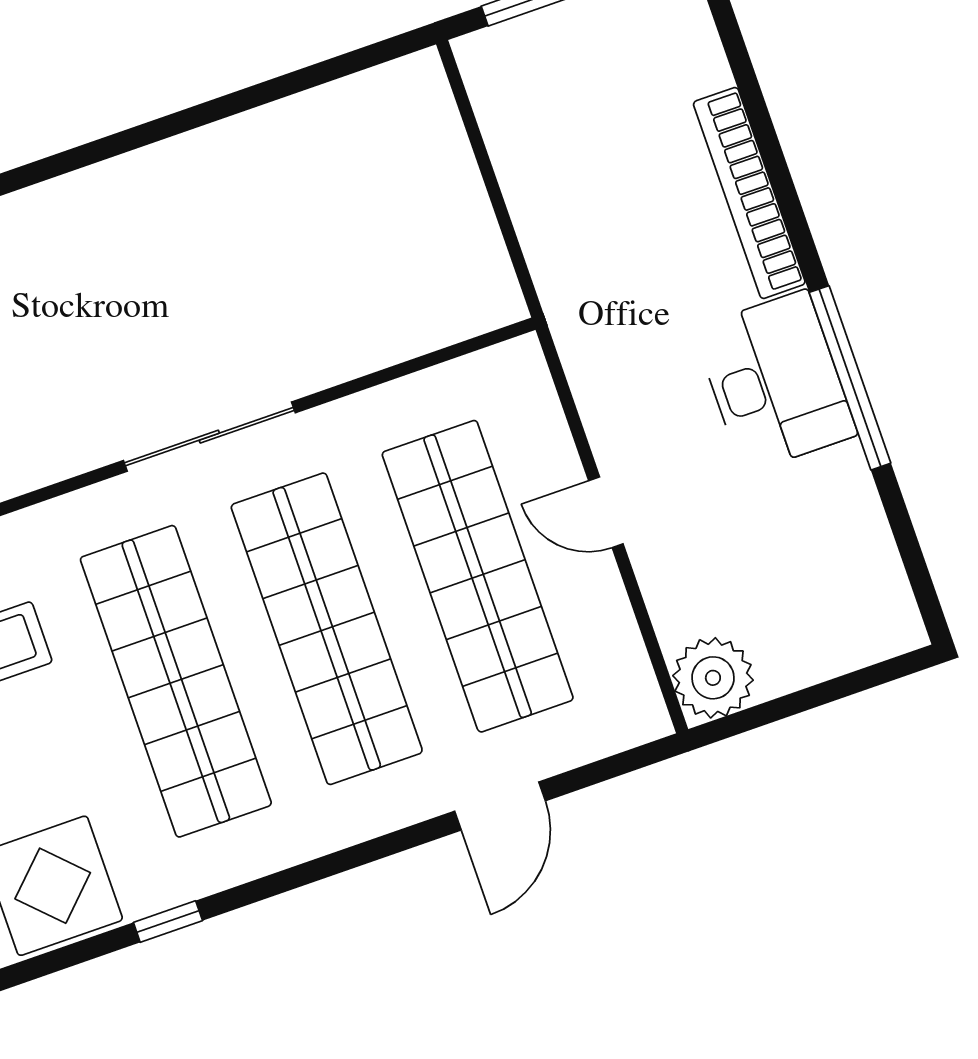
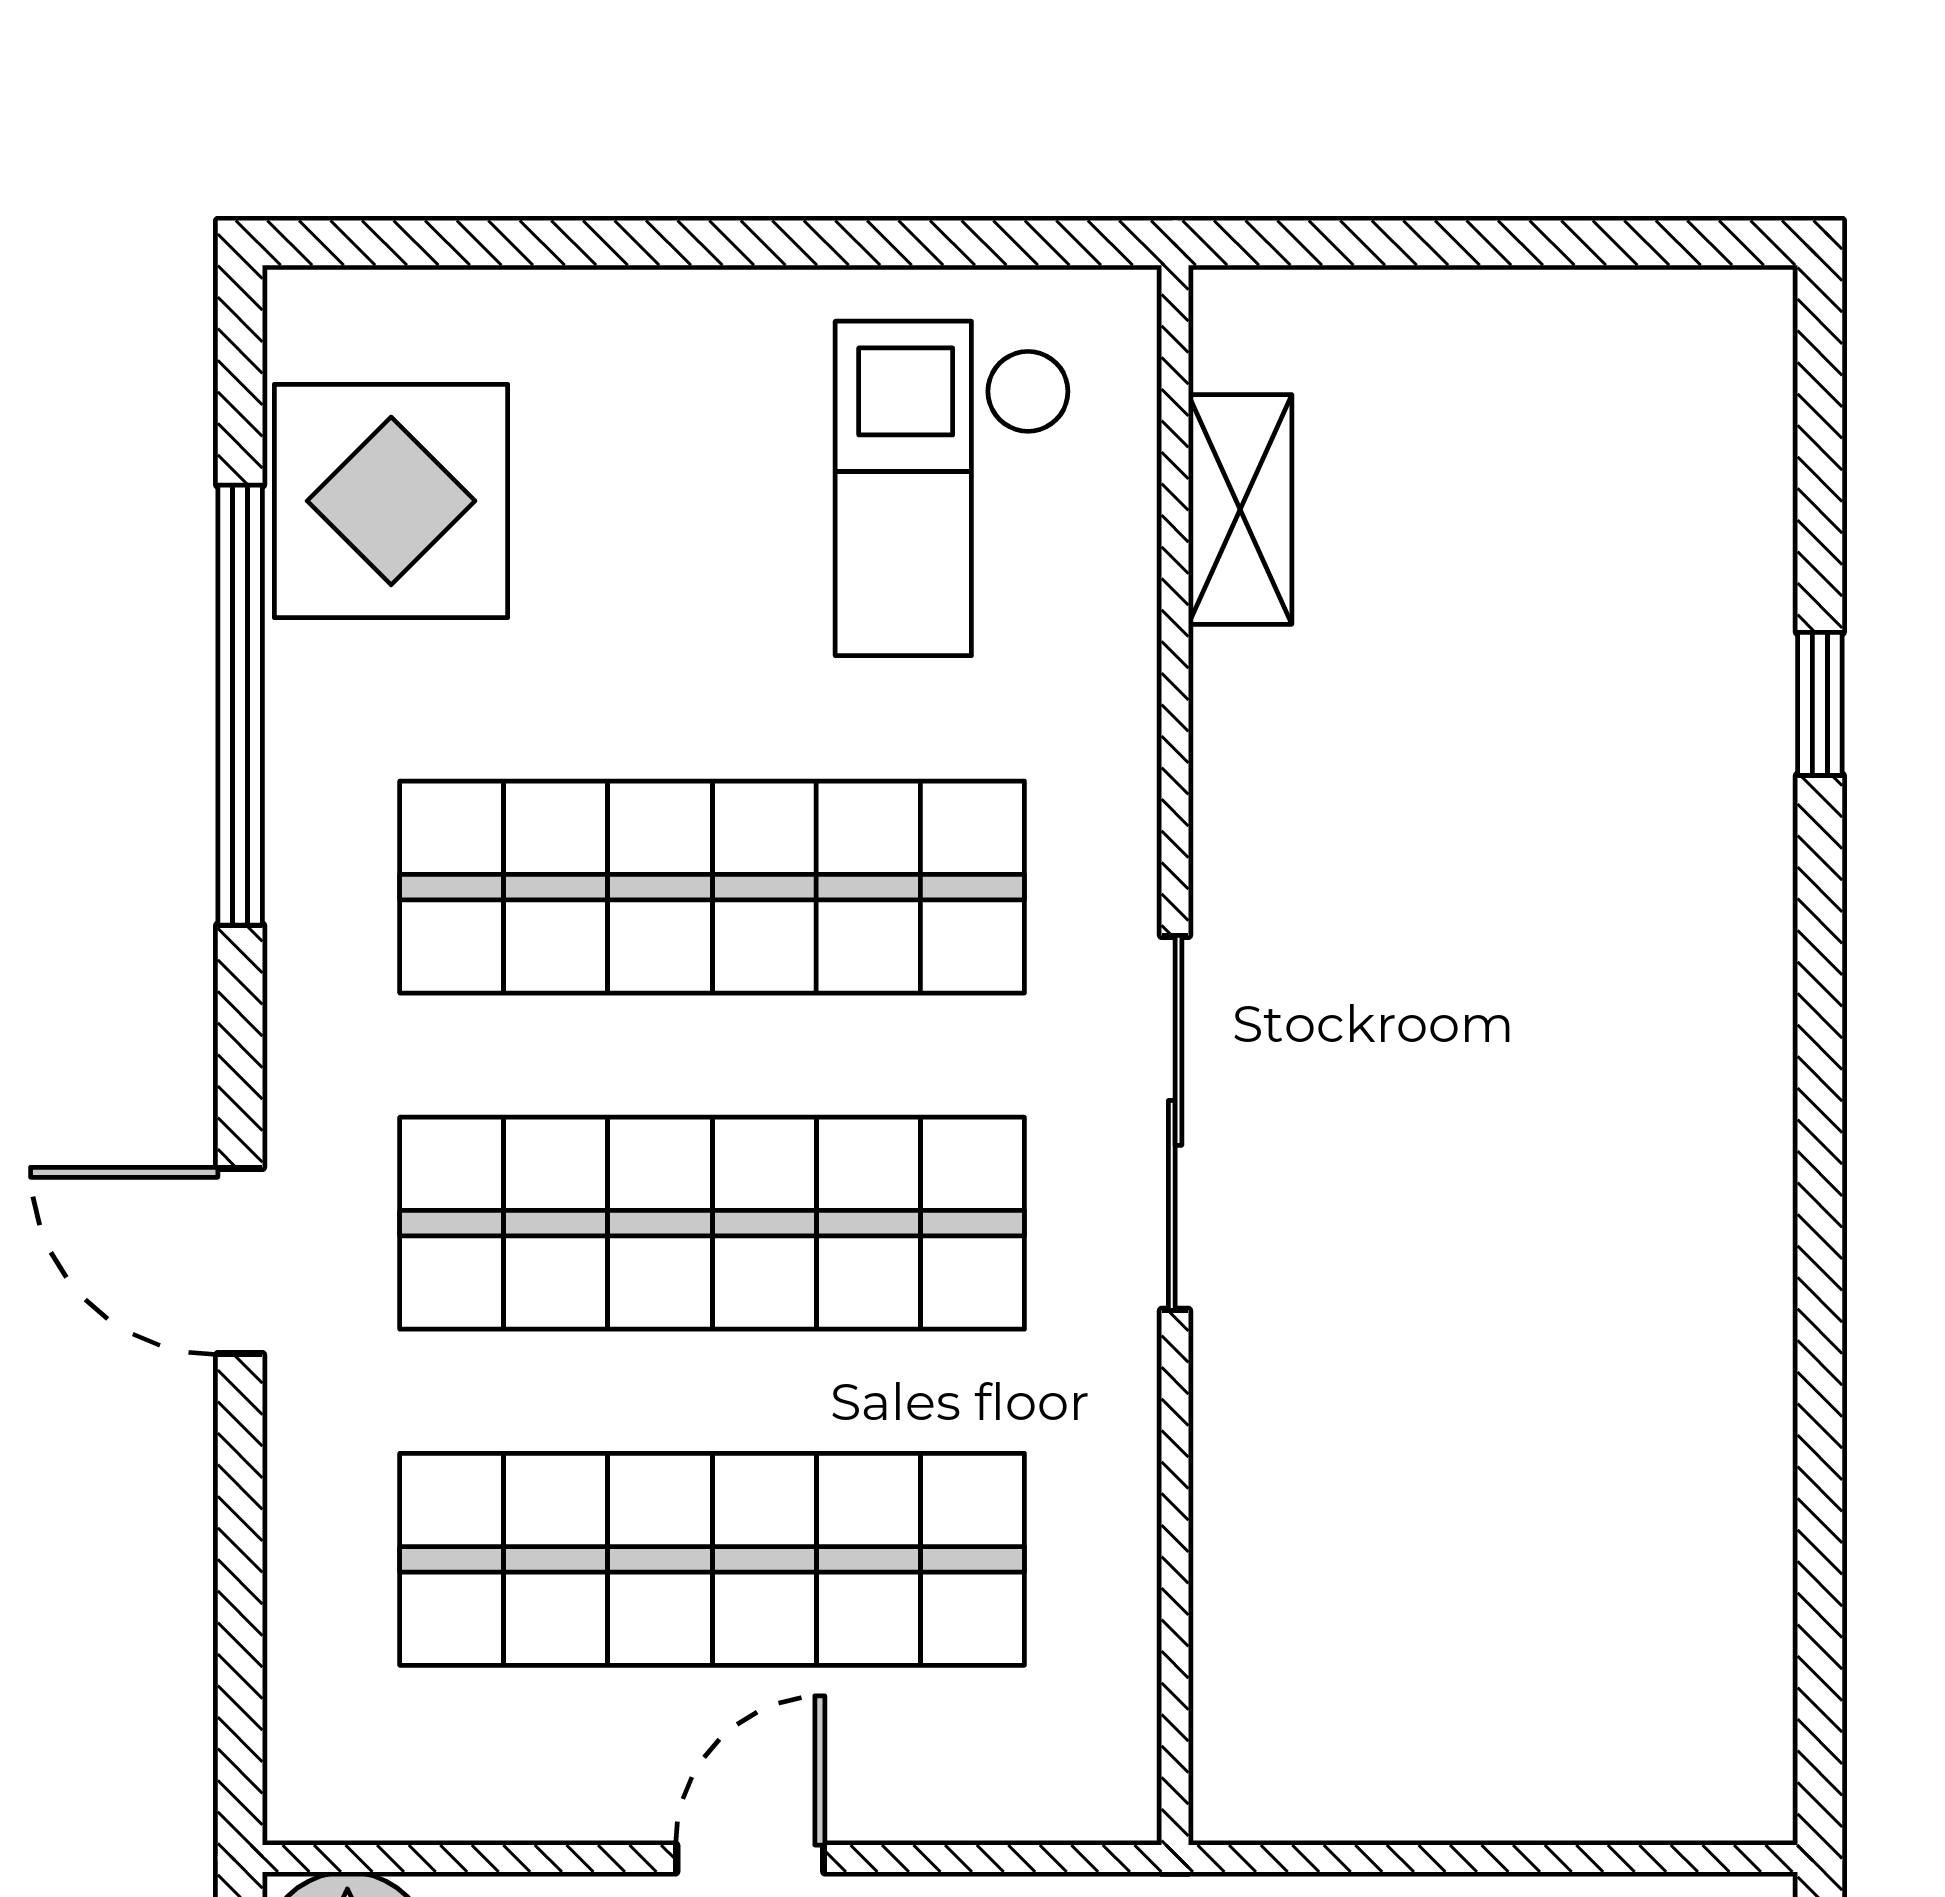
door: (500, 806) -> (240, 1261), moved
window: (168, 922) -> (240, 705), width x3.17

